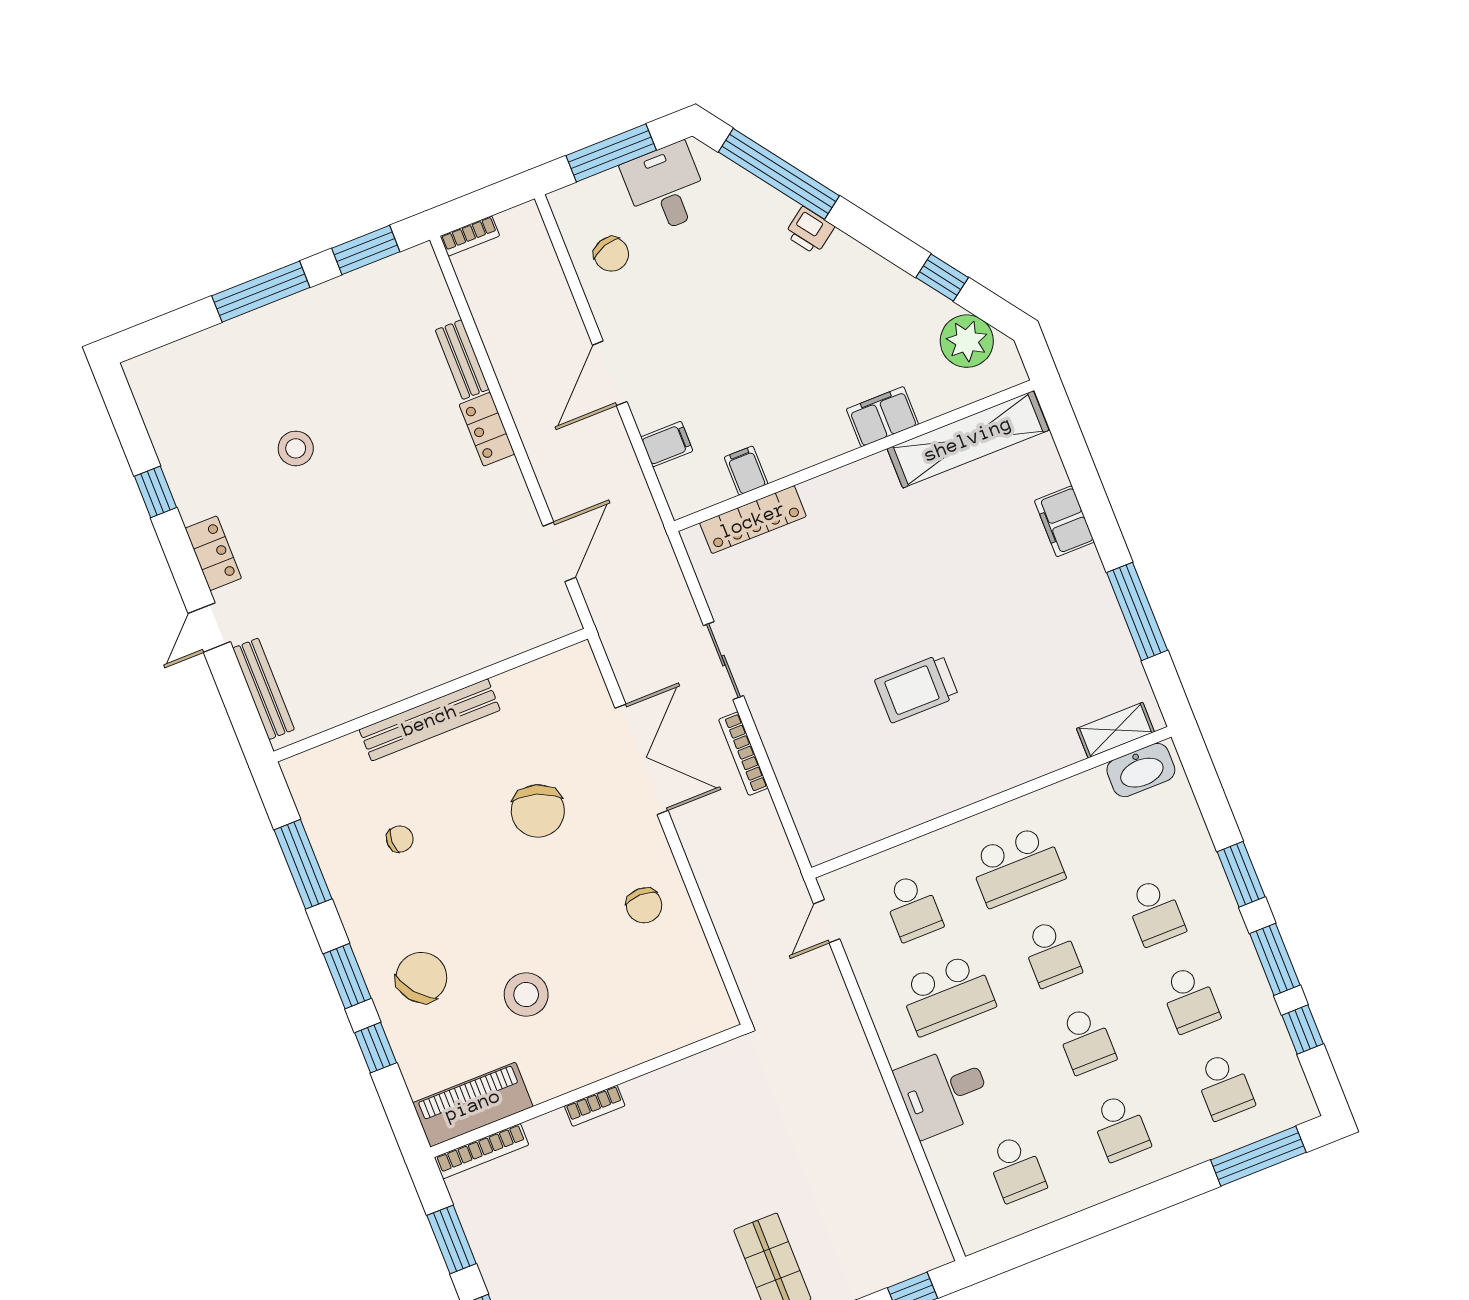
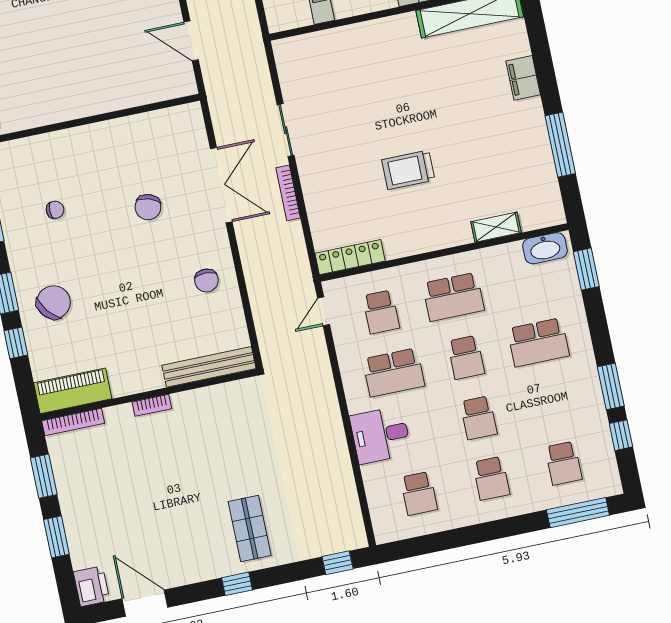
locker: (753, 520) -> (350, 257), moved, turned 180
door: (559, 552) -> (191, 41), swing flipped
bench: (430, 720) -> (209, 367), moved
shelving: (1115, 730) -> (496, 227), moved
chair: (538, 811) -> (148, 207), width x0.73, depth x0.73
window: (1241, 874) -> (586, 269), moved
school desk: (1155, 912) -> (538, 342), width x1.85
stool: (526, 994) -> (120, 325), removed
school desk: (1190, 999) -> (551, 403), removed

